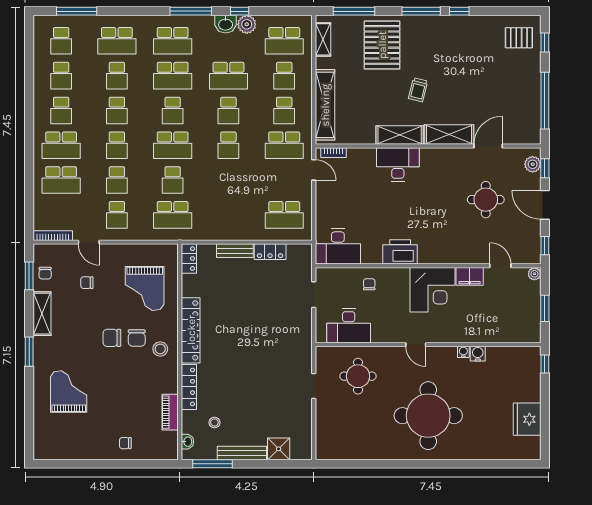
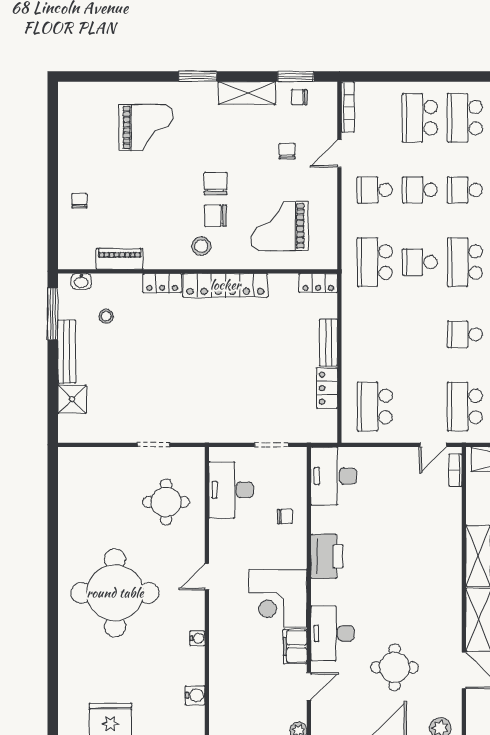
desk: (398, 164) -> (333, 633), moved, turned 180
water cooler: (478, 354) -> (195, 695), moved
locker: (189, 387) -> (162, 283), width x0.66

